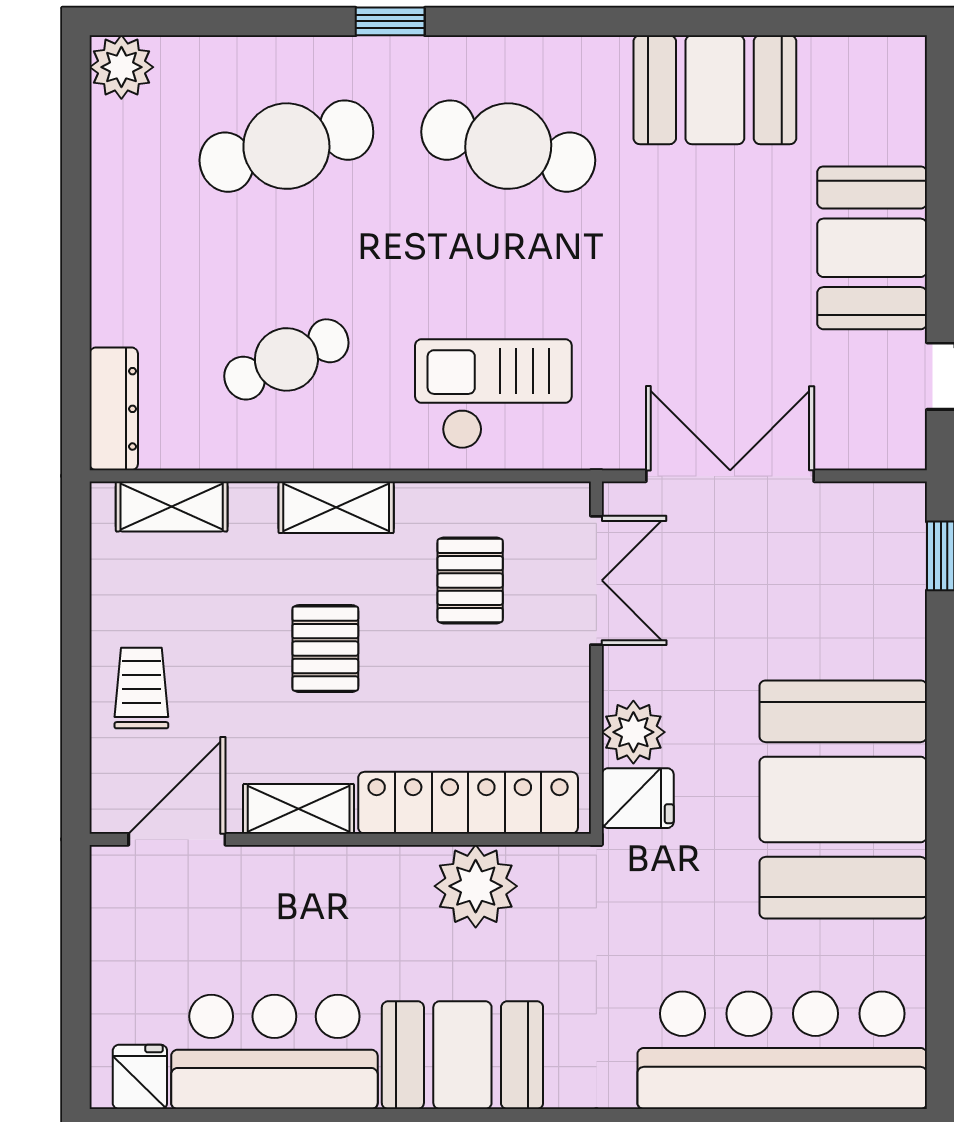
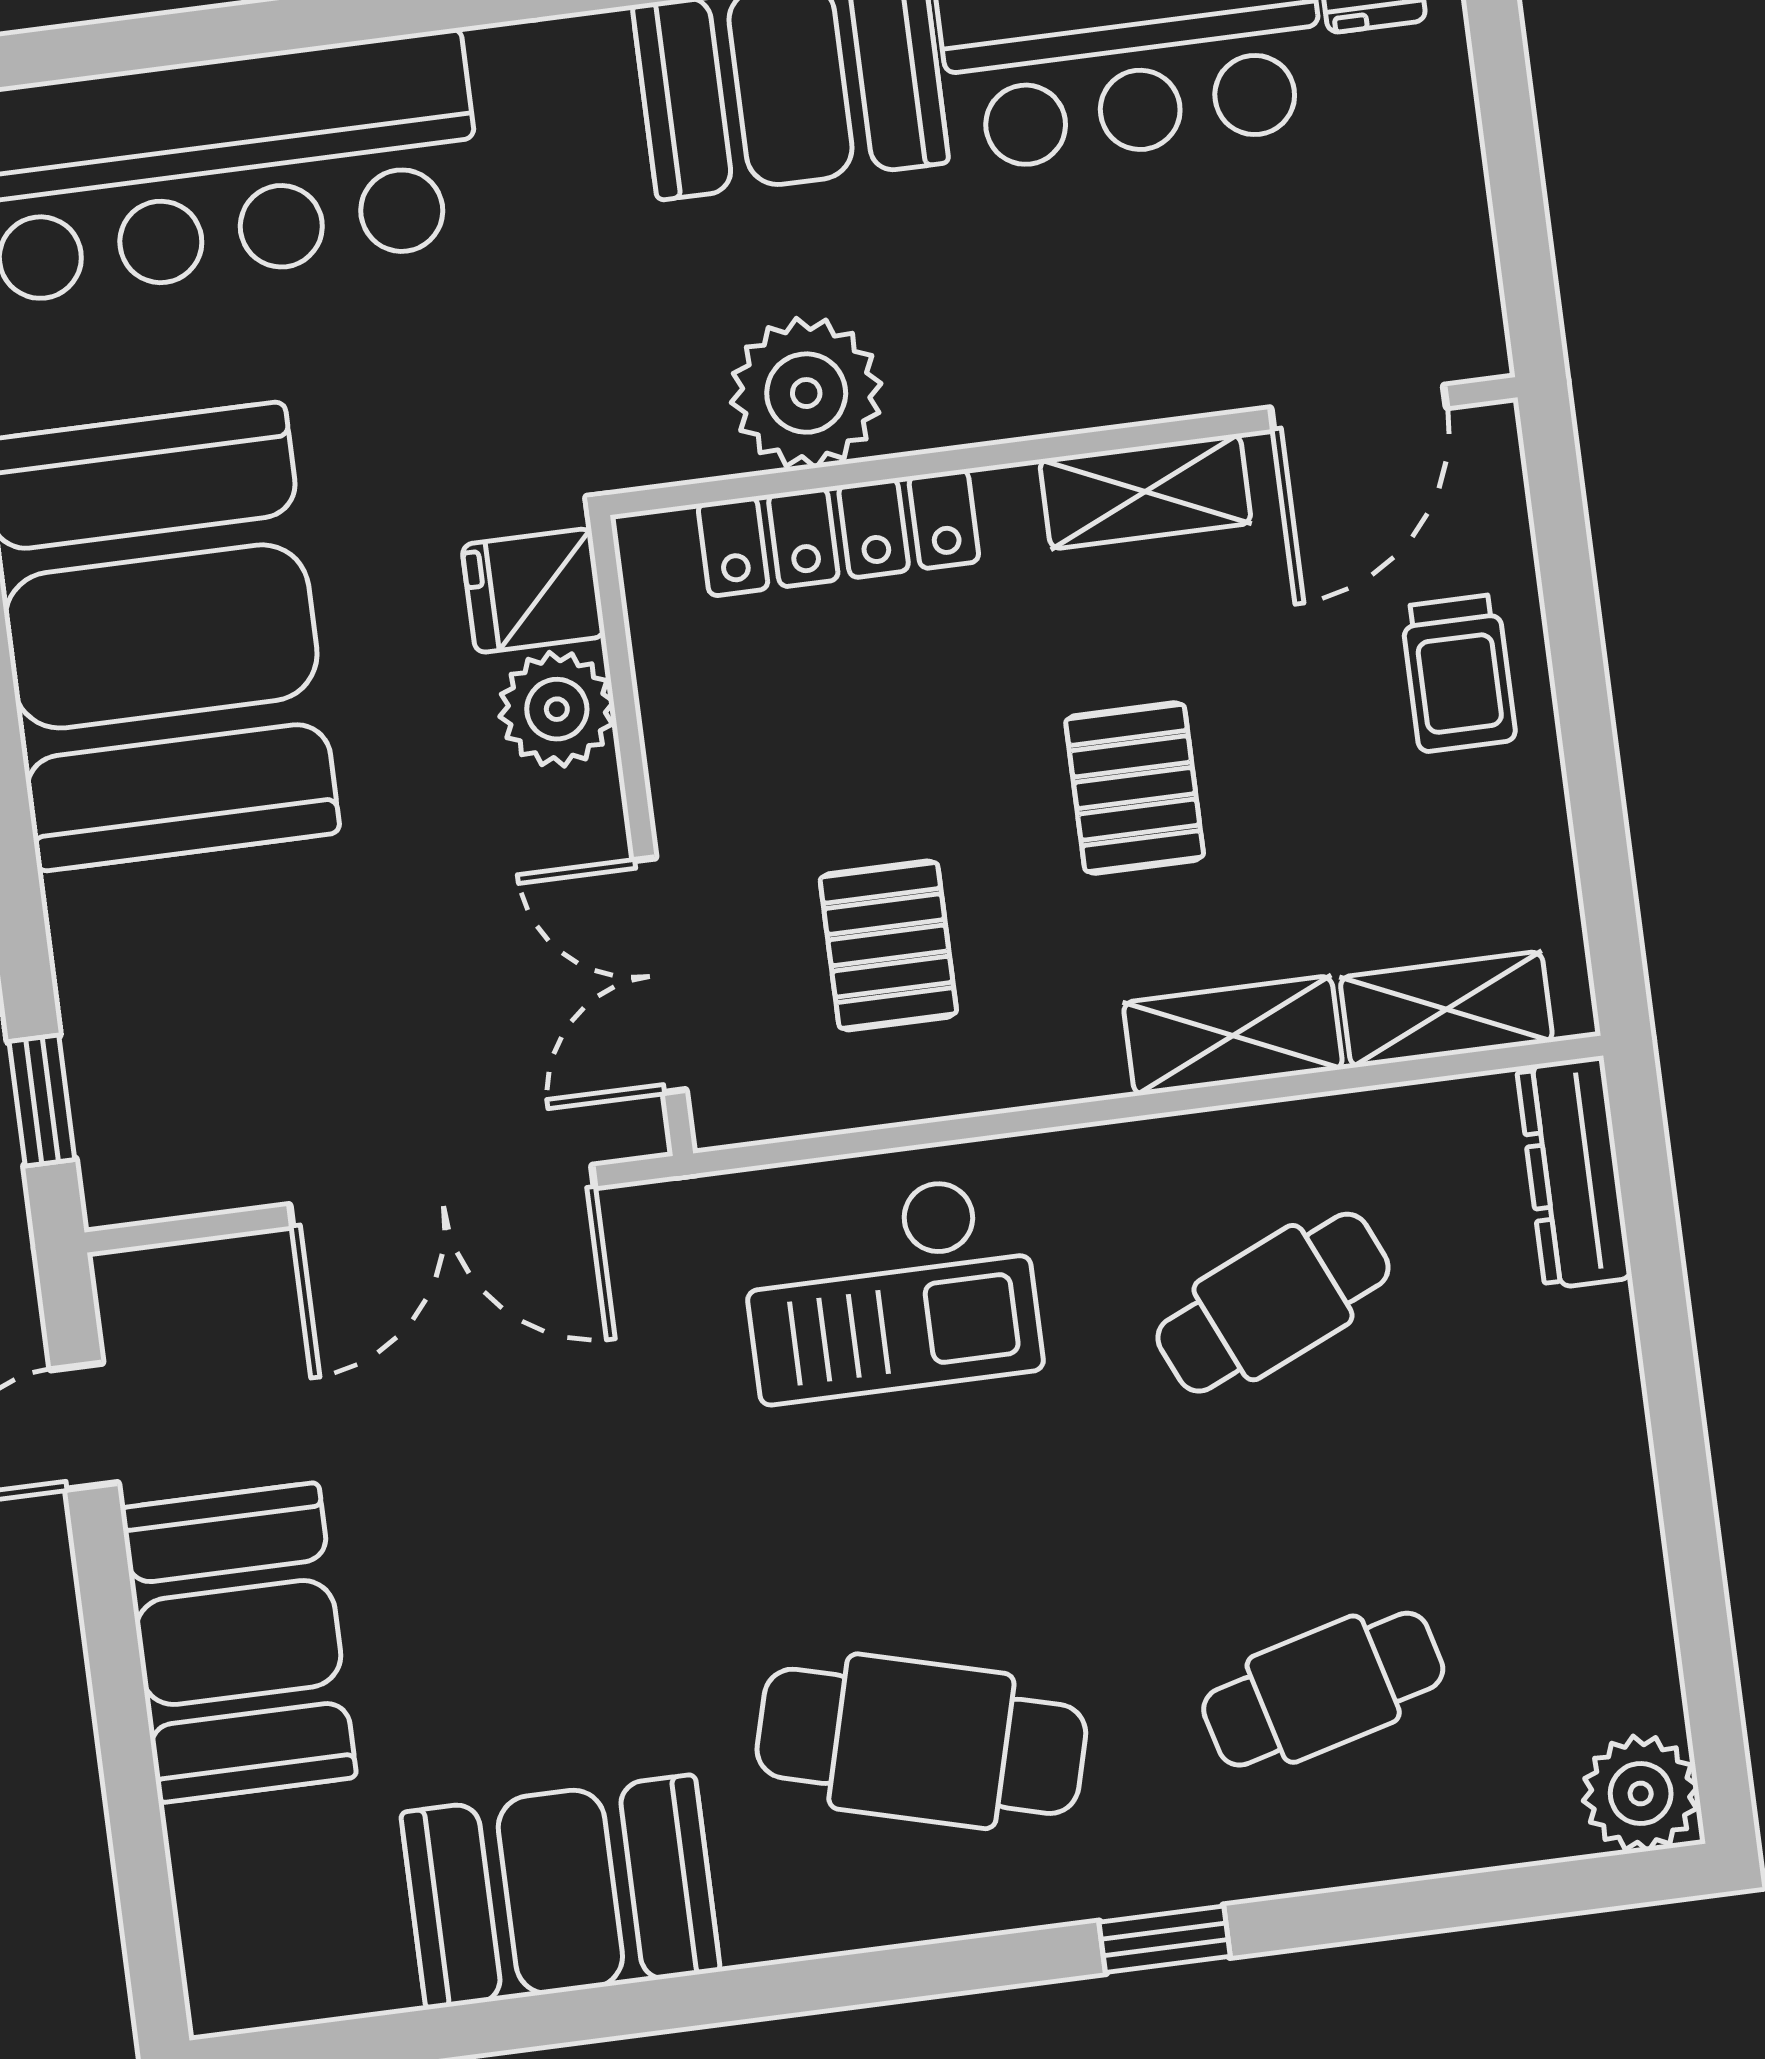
cafe table: (286, 146) -> (1323, 1689), width x0.73, depth x0.74
shelving: (336, 507) -> (1233, 1036), moved
locker: (468, 803) -> (838, 533), width x0.71, depth x0.83

